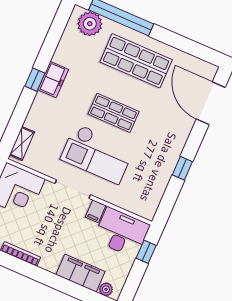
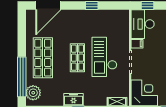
checkout: (97, 154) -> (104, 57), turned 180

